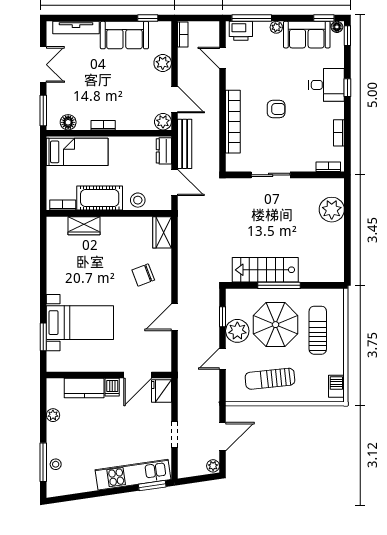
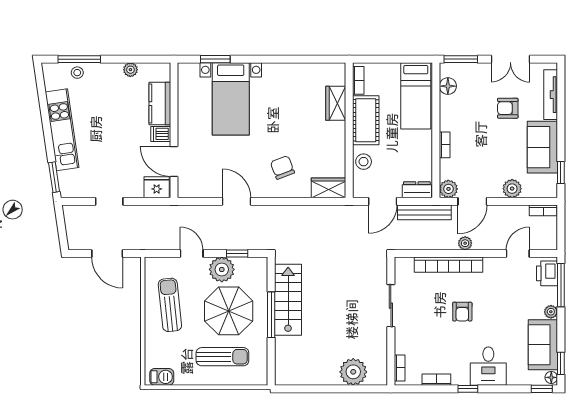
armchair: (88, 67) -> (508, 108), added
window: (347, 88) -> (468, 389), moved
bookcase: (103, 125) -> (445, 145), moved
plant: (213, 466) -> (465, 243), moved
kitchen unit: (133, 475) -> (62, 130), moved

